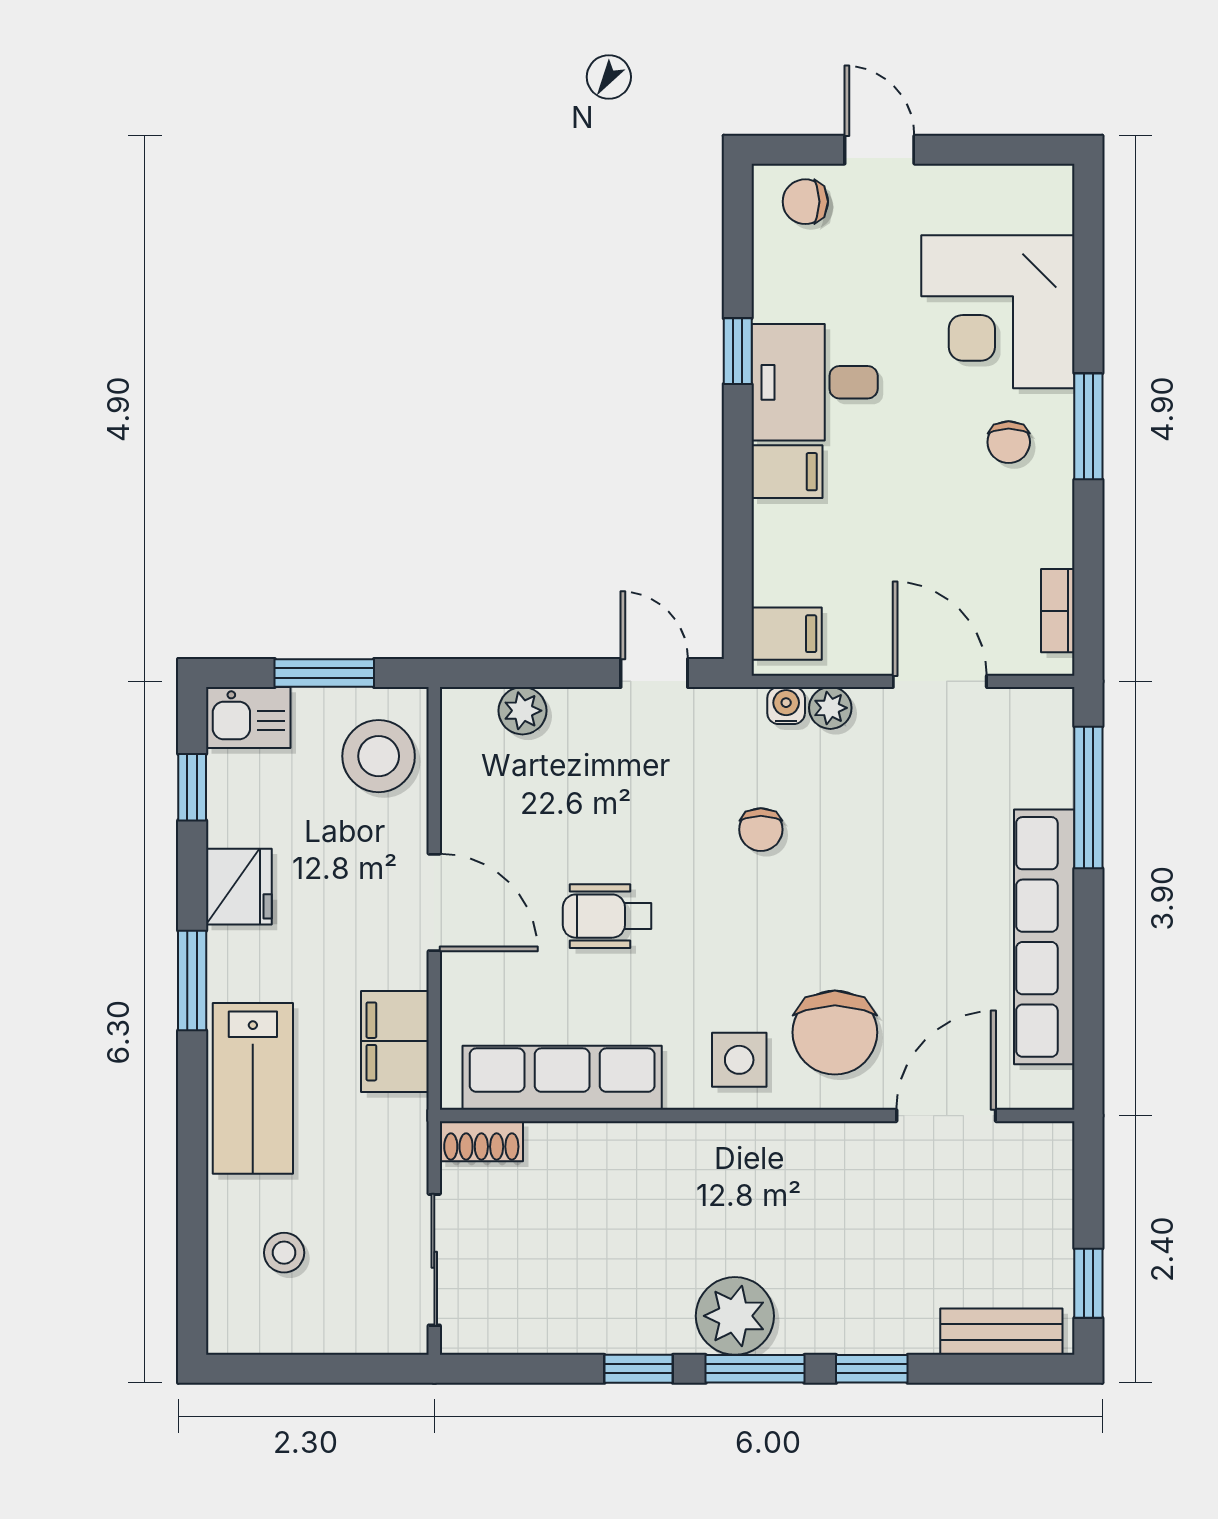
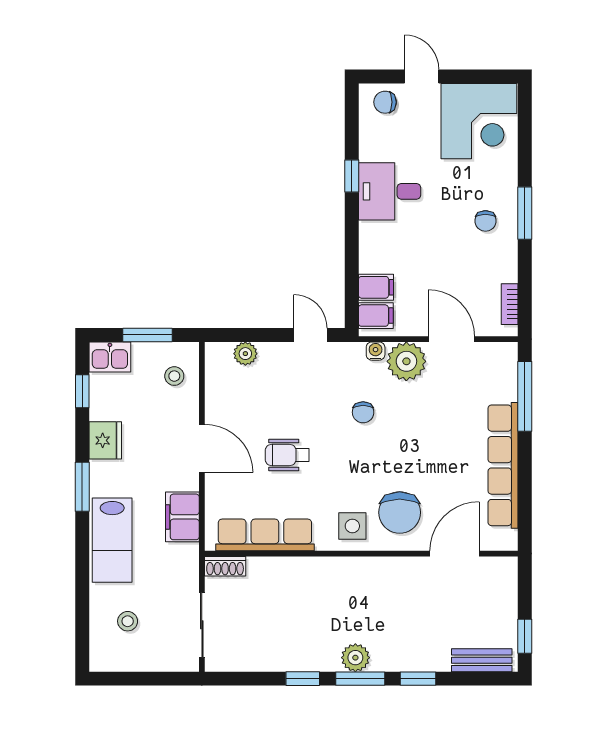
corner desk: (998, 312) -> (479, 121), moved, turned -90
filing cabinet: (787, 472) -> (376, 287), moved
plant: (830, 708) -> (406, 361), width x1.88, depth x1.88
stool: (379, 756) -> (174, 376), width x0.53, depth x0.53
plant: (735, 1316) -> (355, 658), width x0.73, depth x0.73

